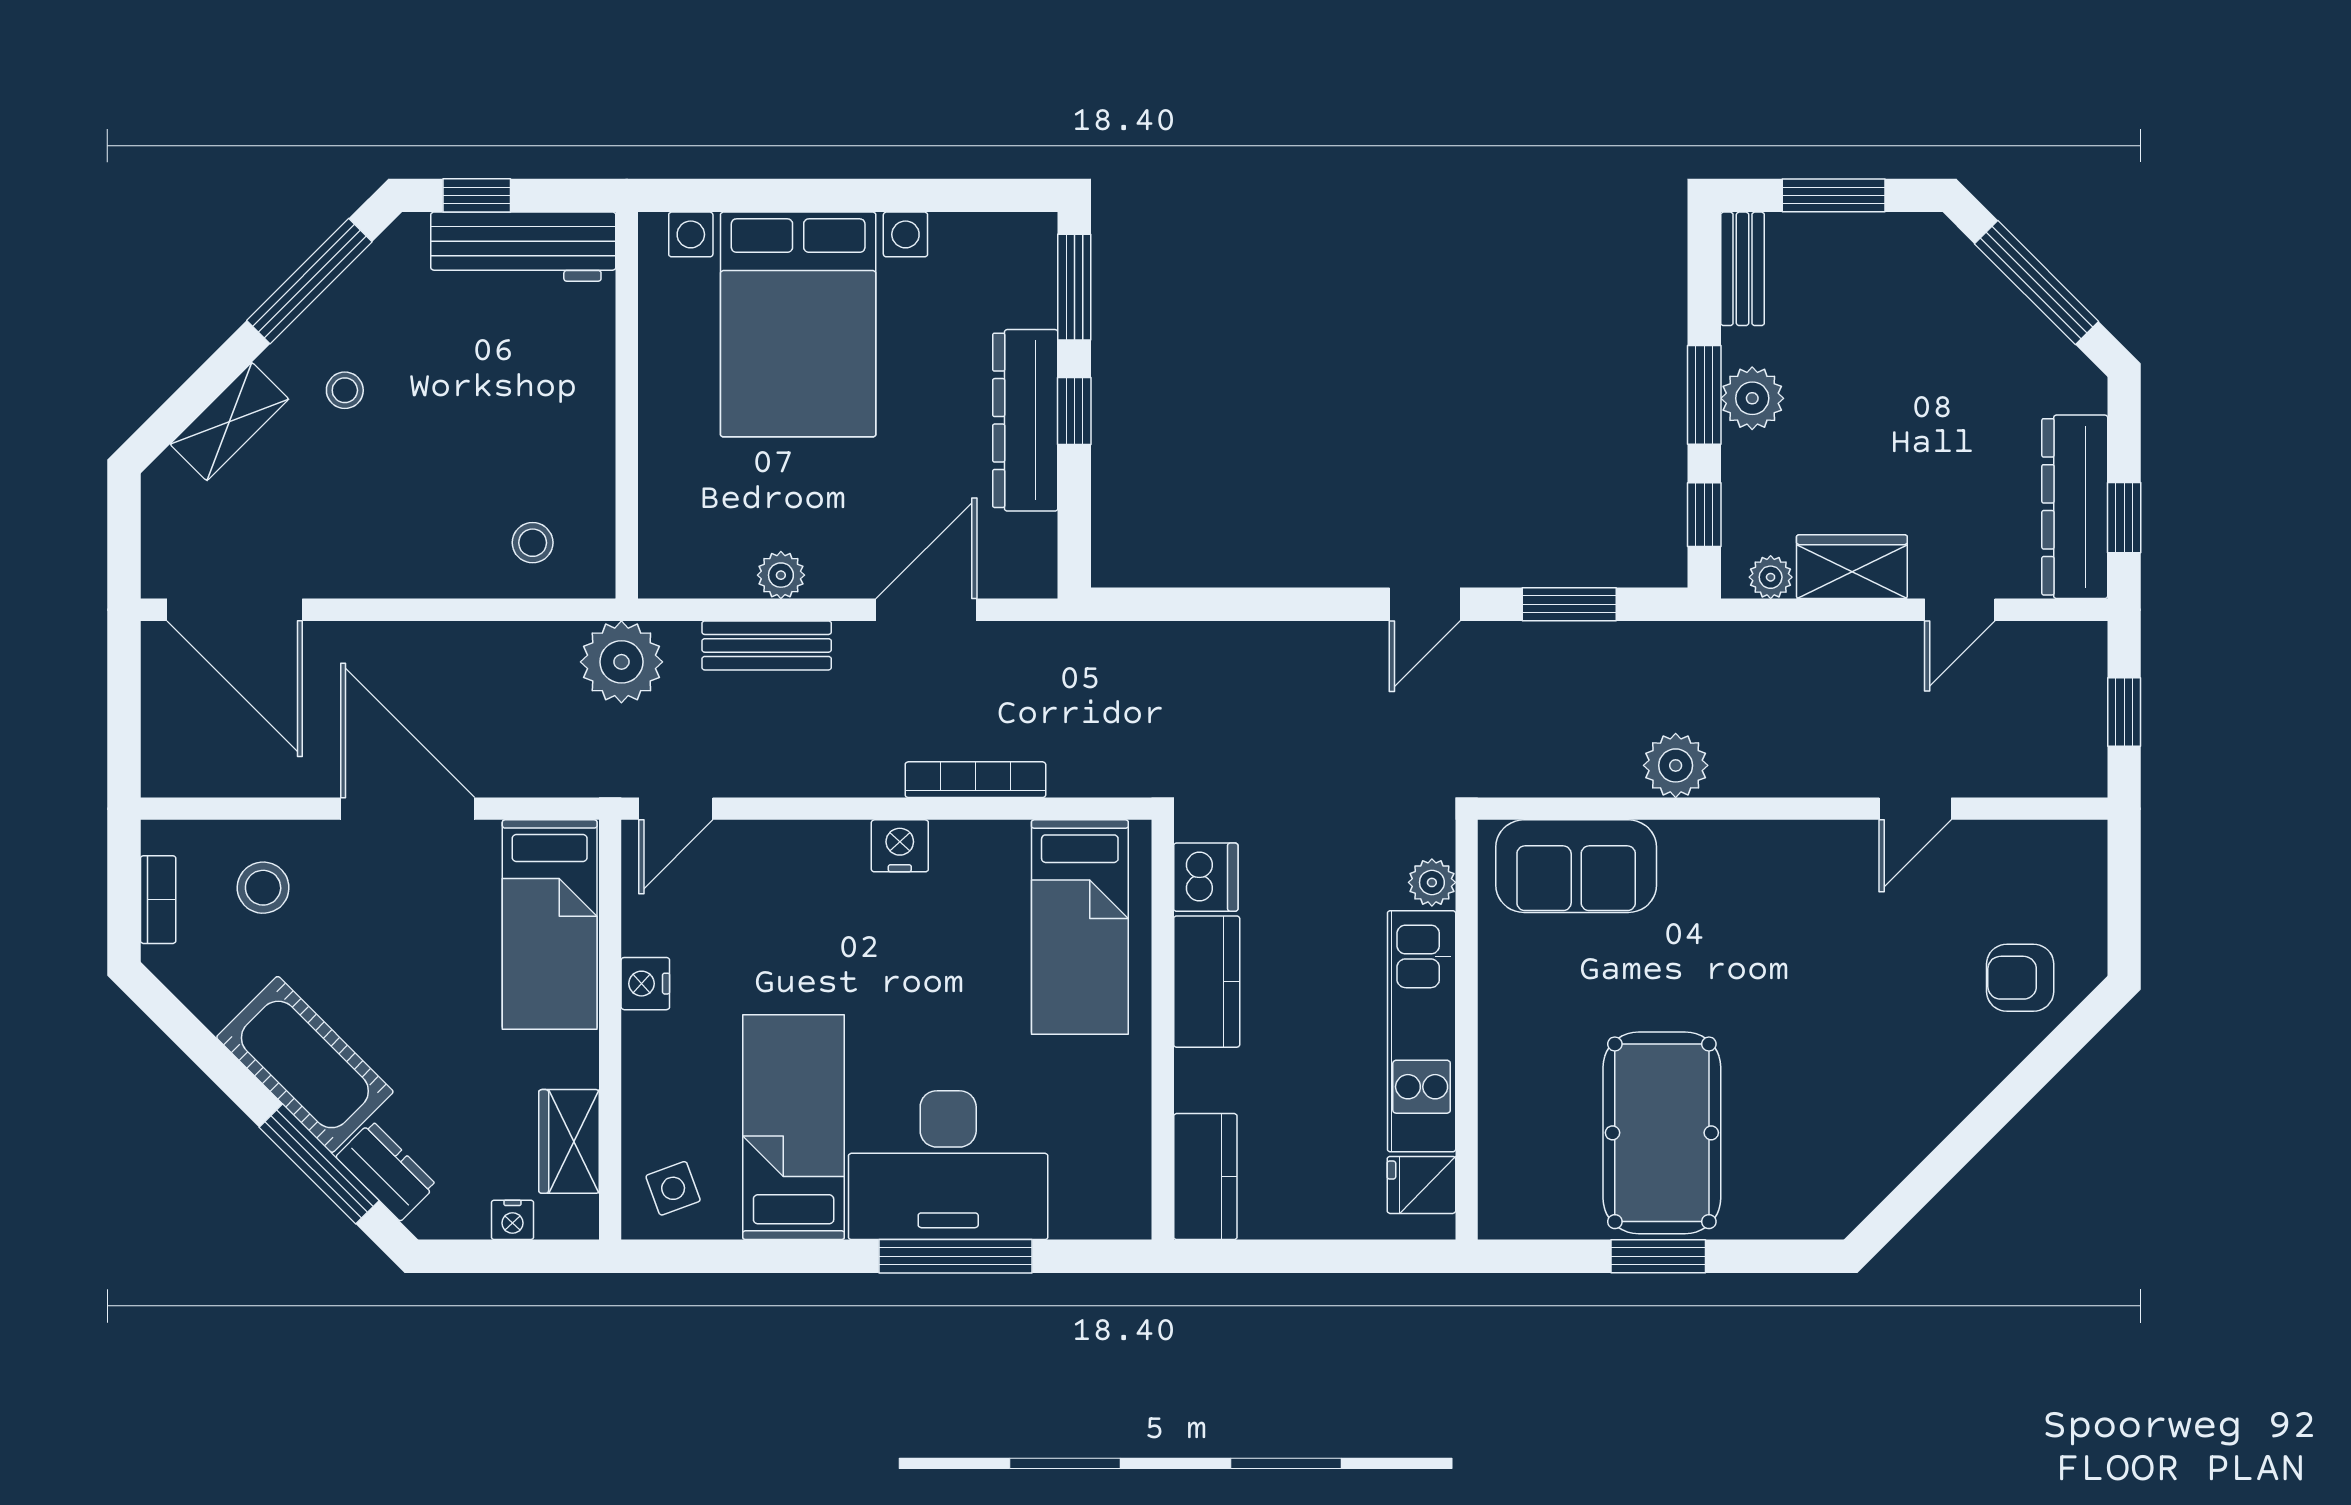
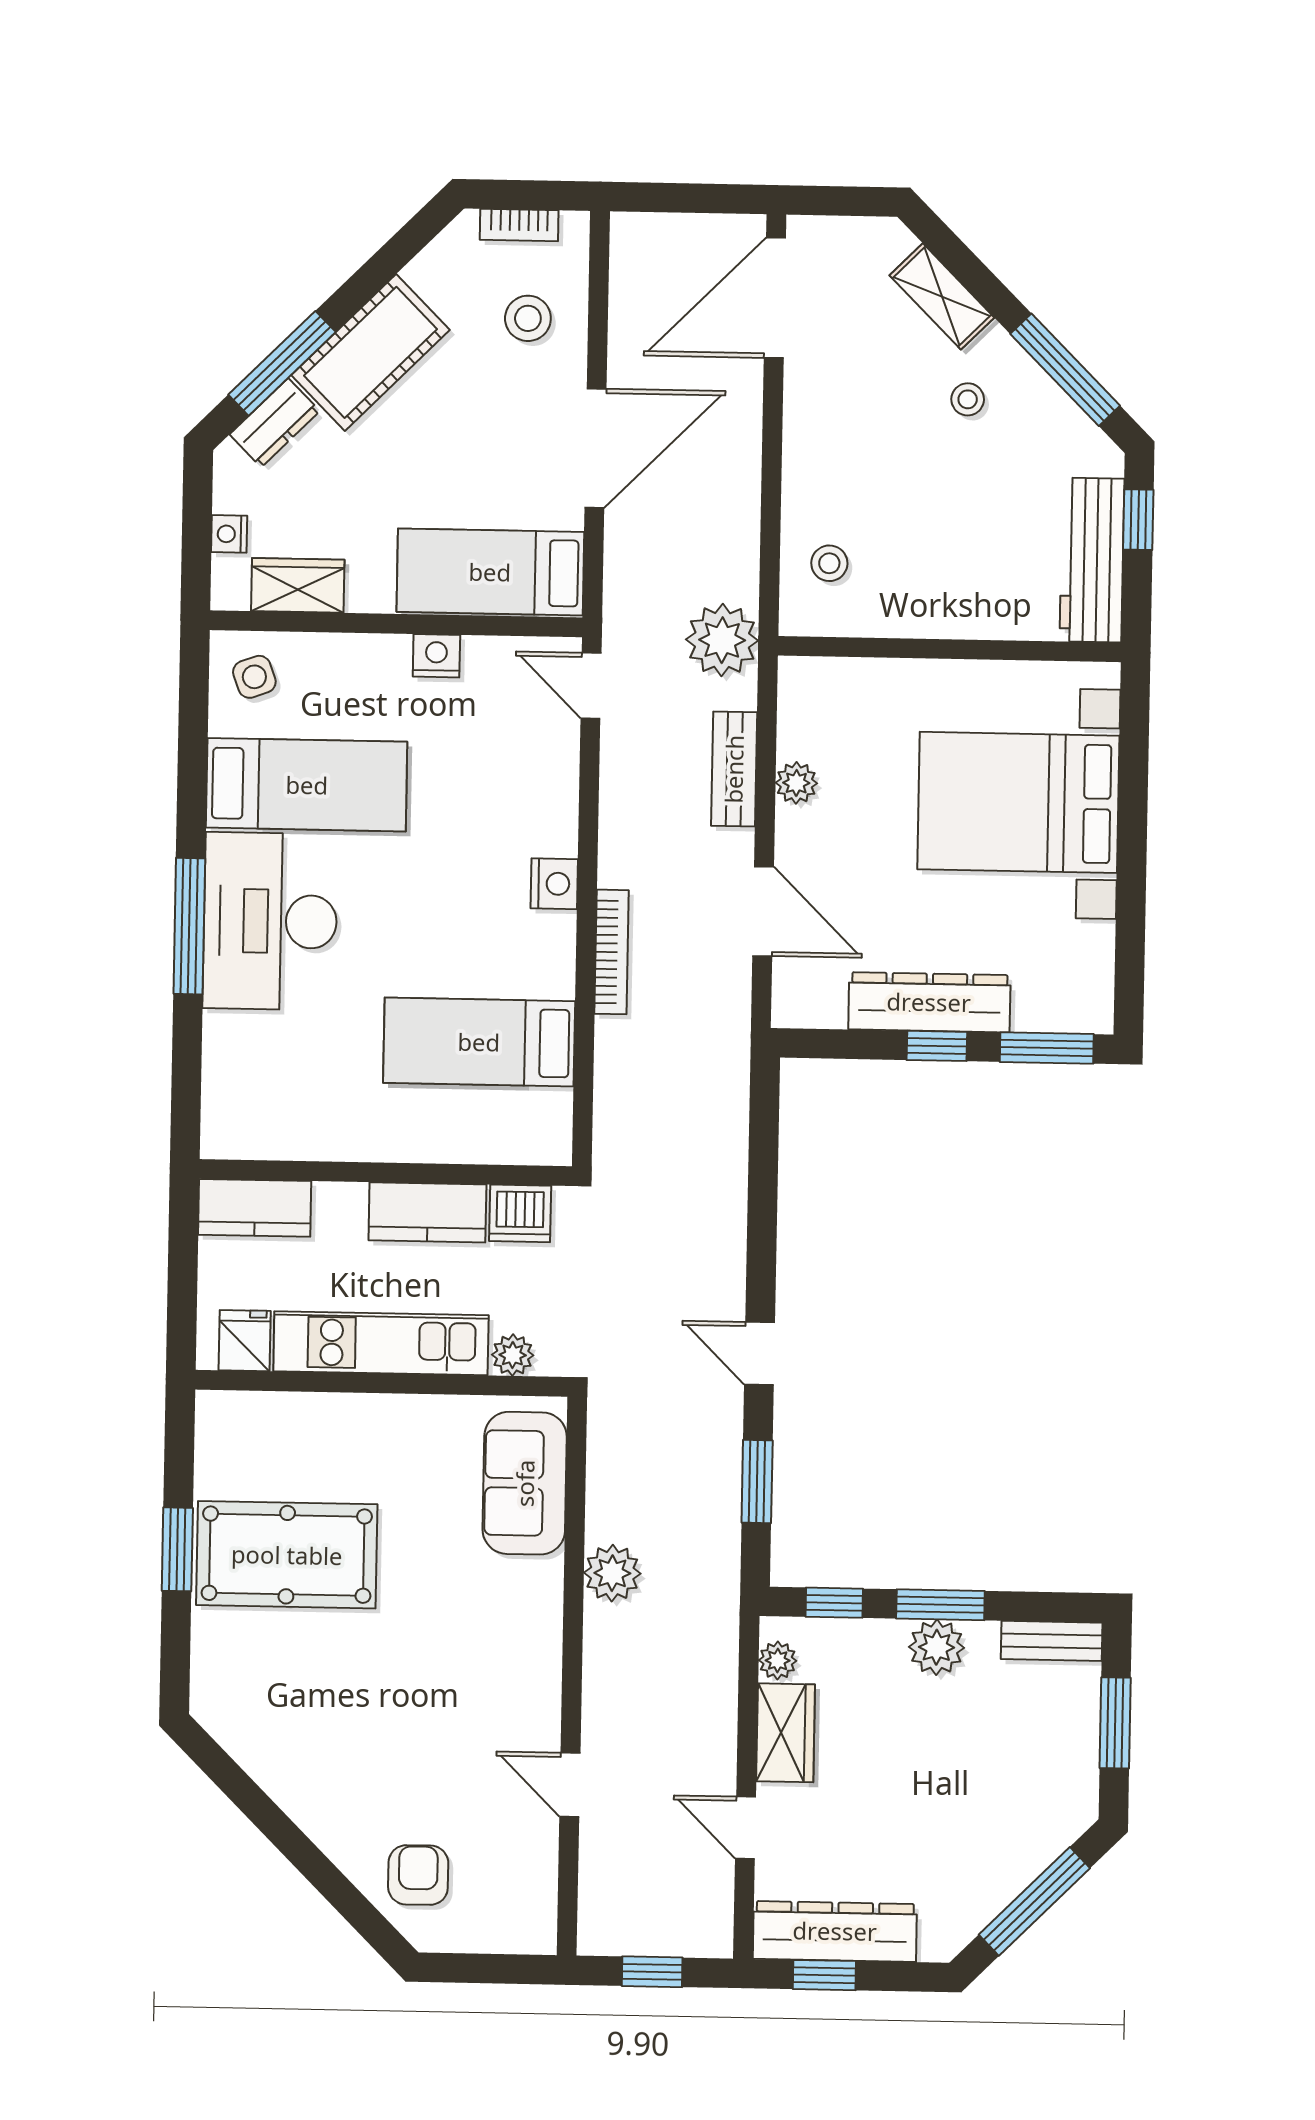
dishwasher: (1206, 877) -> (520, 1213), moved
kitchen counter: (1207, 982) -> (427, 1212), moved
wall: (1163, 1030) -> (386, 1173), moved
kitchen counter: (1205, 1177) -> (255, 1208), moved

